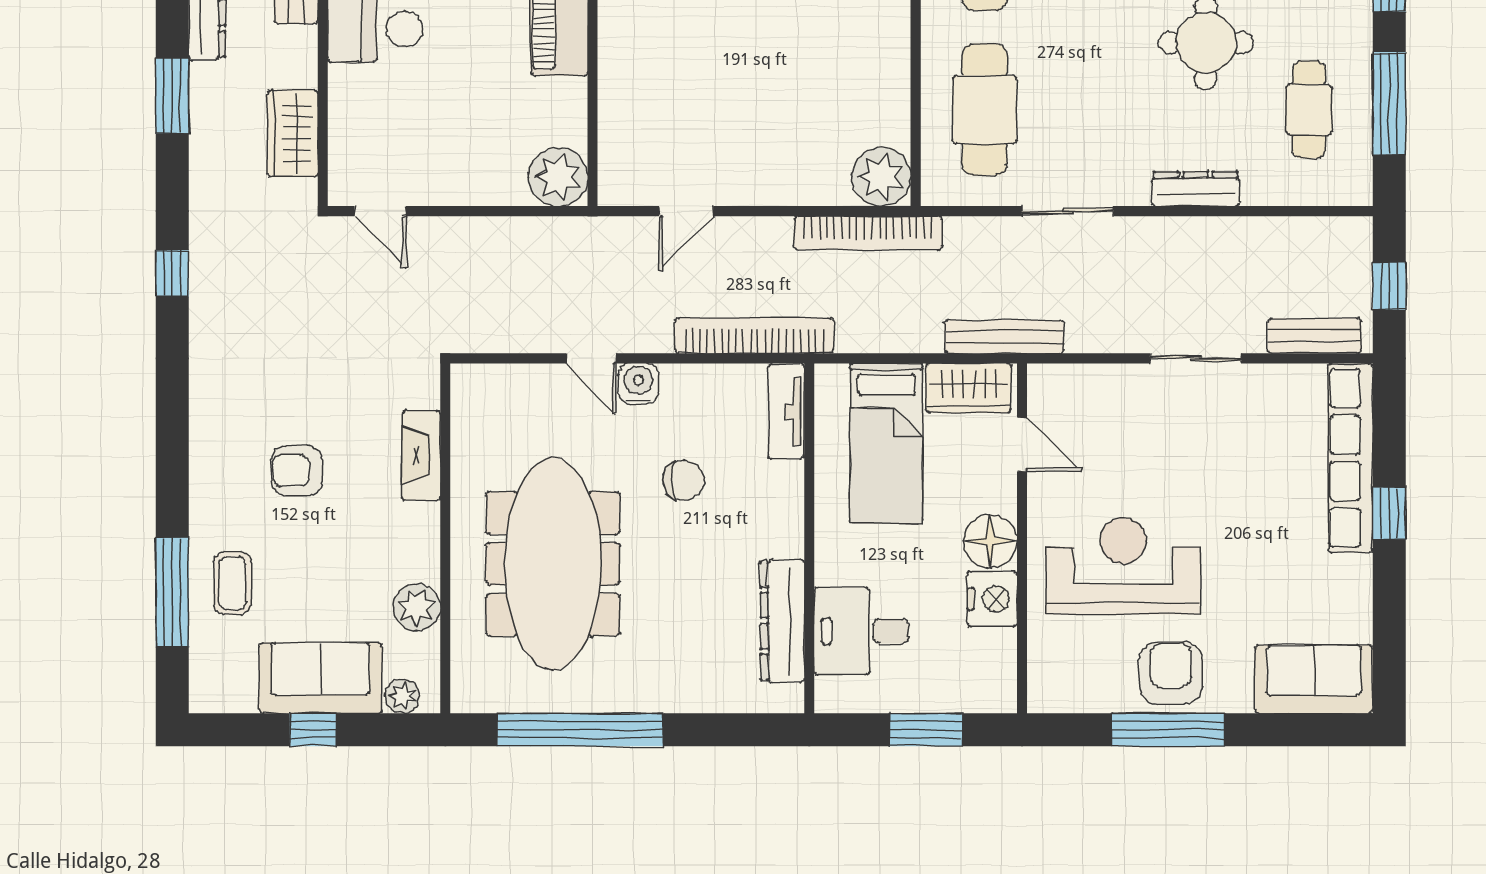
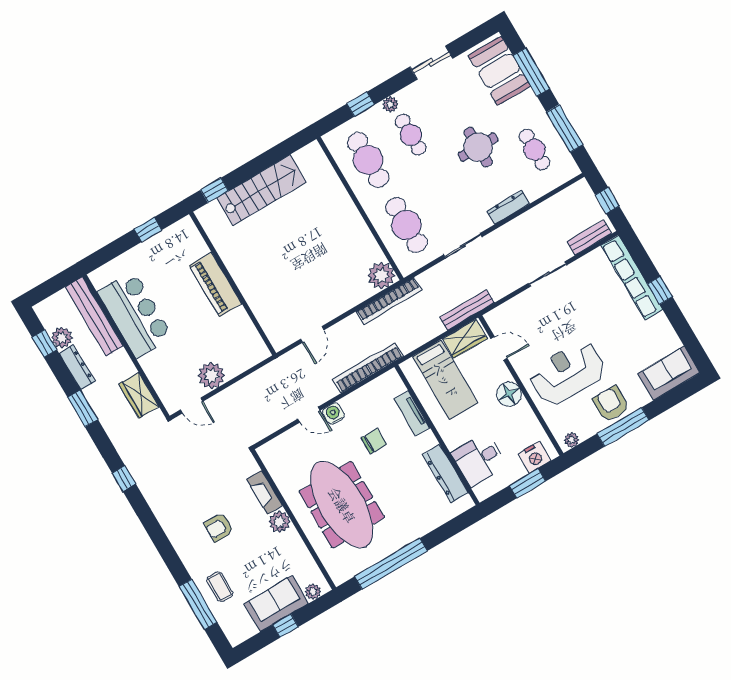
plant: (558, 177) -> (211, 376), moved
tv unit: (786, 411) -> (412, 413), moved
nightstand: (992, 599) -> (535, 457), moved, turned 90
plant: (417, 607) -> (279, 522), moved
plant: (1057, 697) -> (572, 440), added

